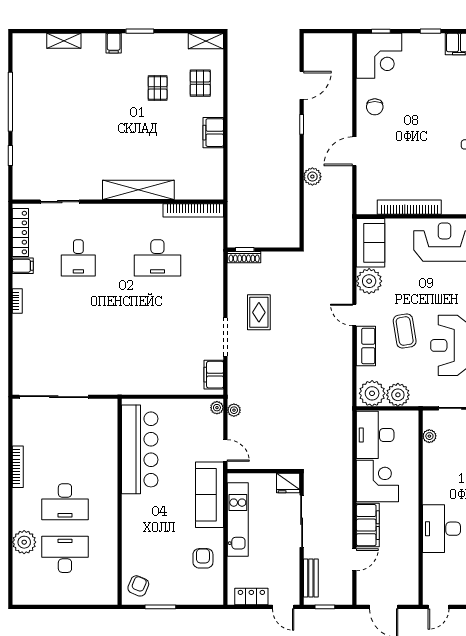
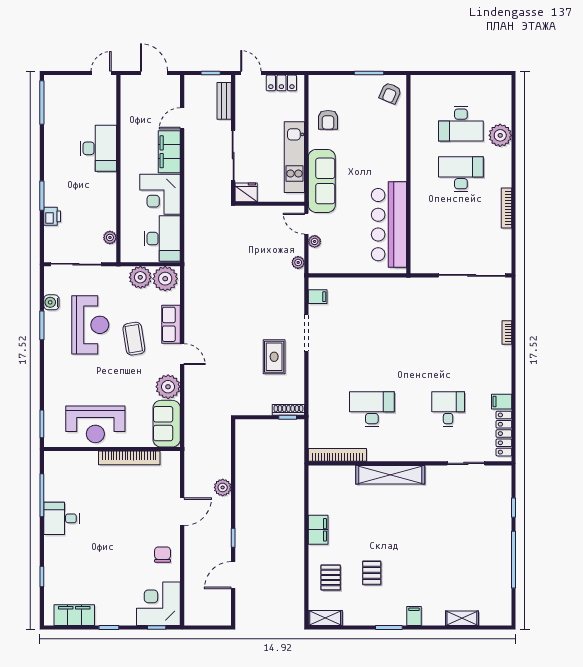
bookcase: (17, 301) -> (507, 333), moved
filing cabinet: (214, 375) -> (318, 297), width x0.50
plant: (217, 408) -> (315, 241), moved

